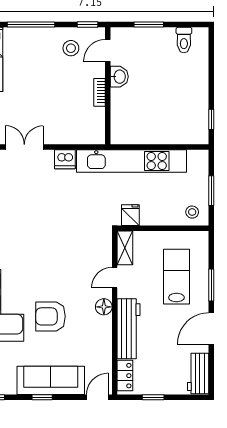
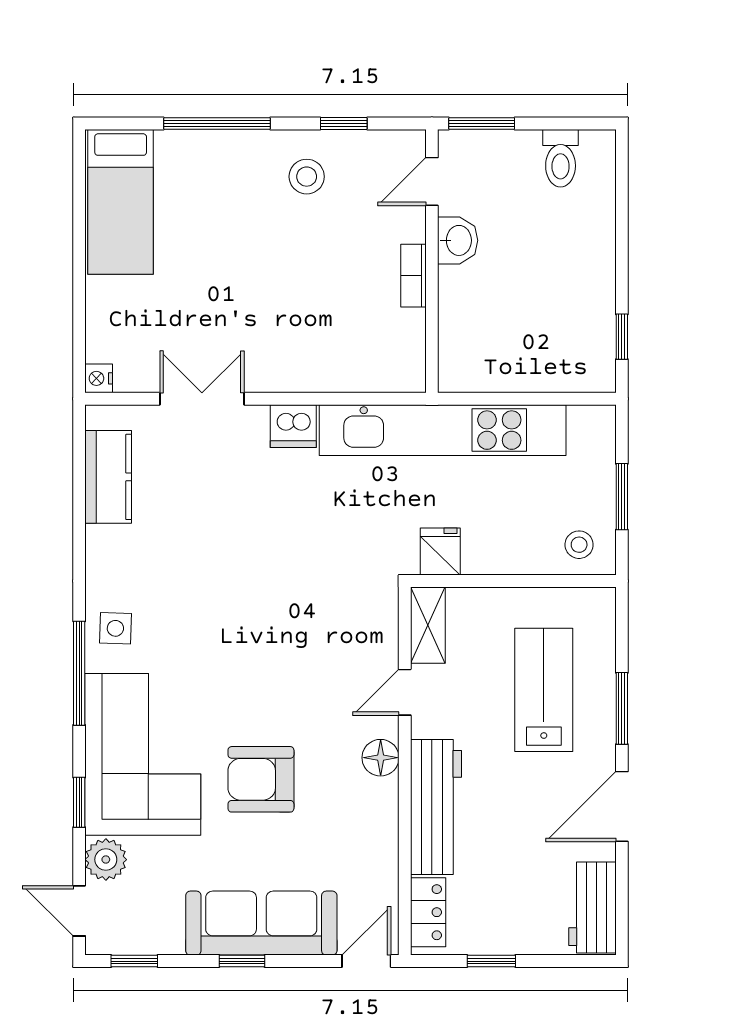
door: (108, 50) -> (432, 181), moved
washbasin: (119, 77) -> (458, 240), moved
wall: (108, 86) -> (432, 261), moved
bookcase: (100, 92) -> (414, 276), moved

